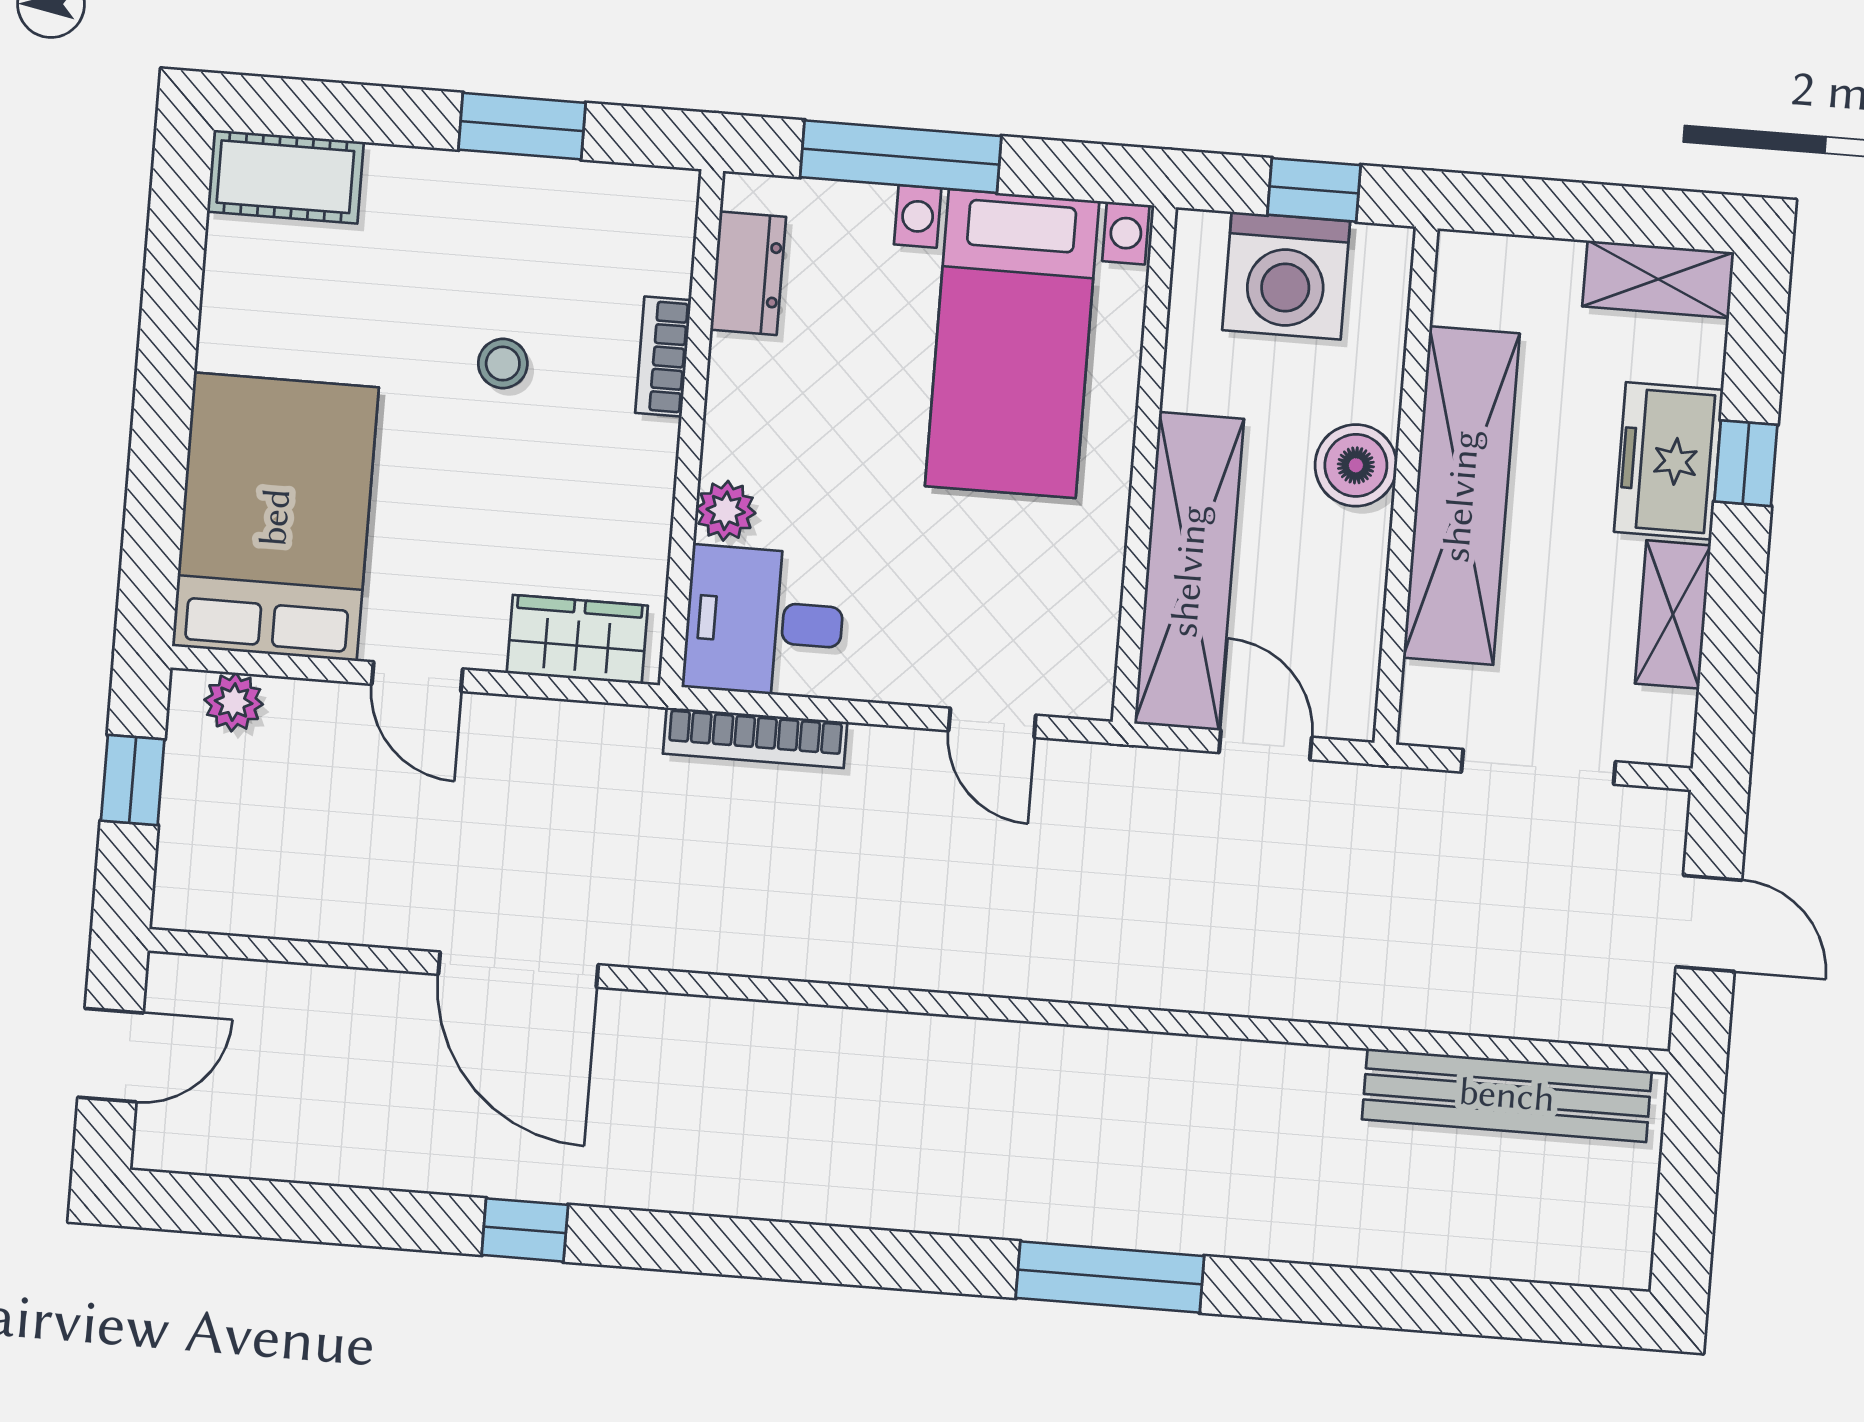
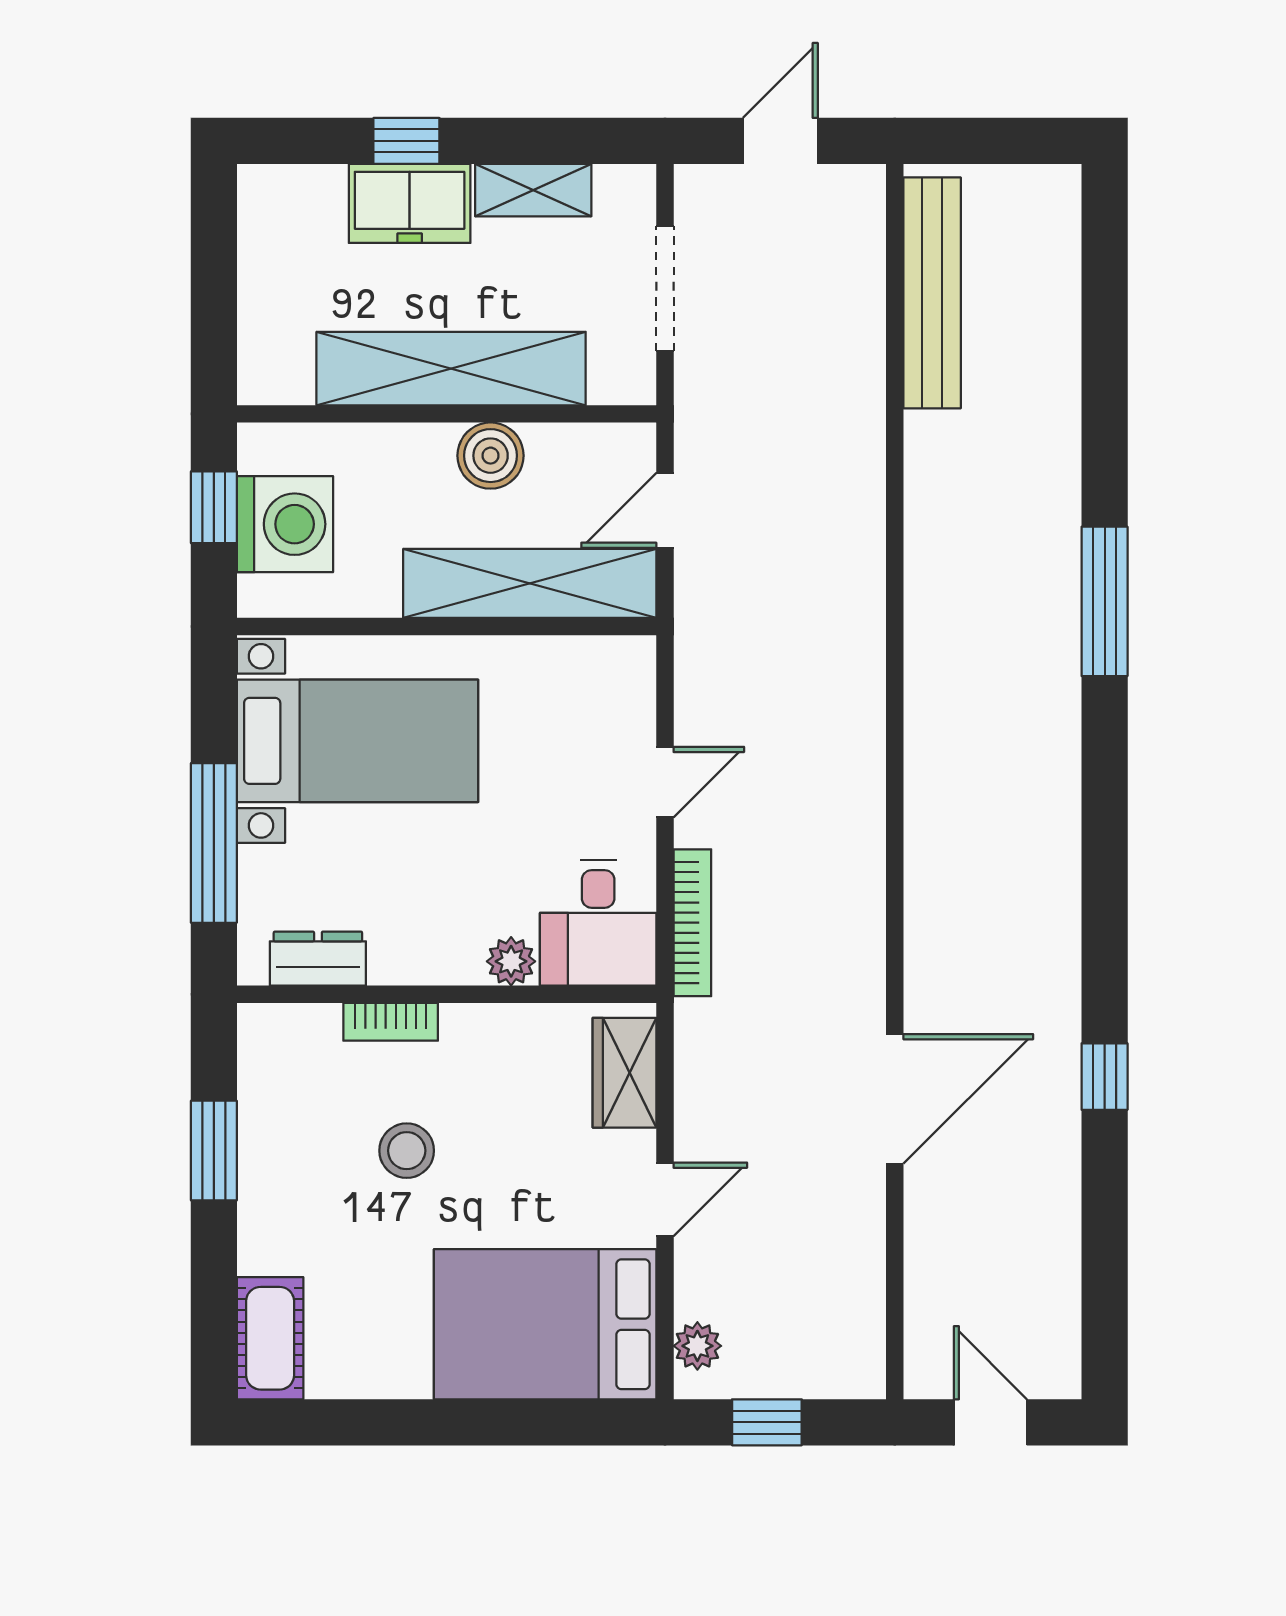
shelving: (1658, 279) -> (264, 224), removed
stool: (503, 364) -> (407, 1151), width x1.37, depth x1.37
boiler: (1356, 465) -> (491, 456), moved
door: (992, 723) -> (665, 782), moved

